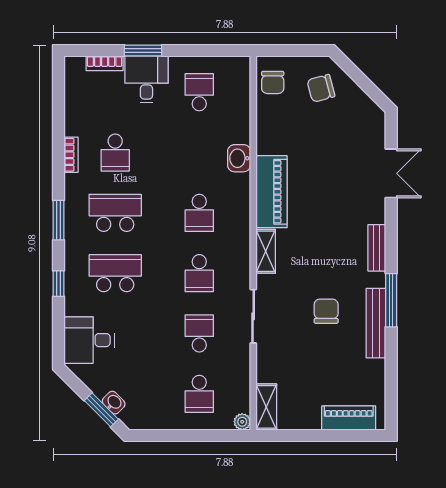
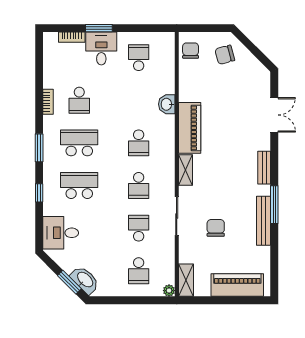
chair: (273, 82) -> (191, 51), turned 180
chair: (326, 311) -> (216, 228), moved
washbasin: (114, 403) -> (85, 280), width x1.91, depth x1.45
piano: (349, 418) -> (237, 285), width x1.37, depth x1.33

